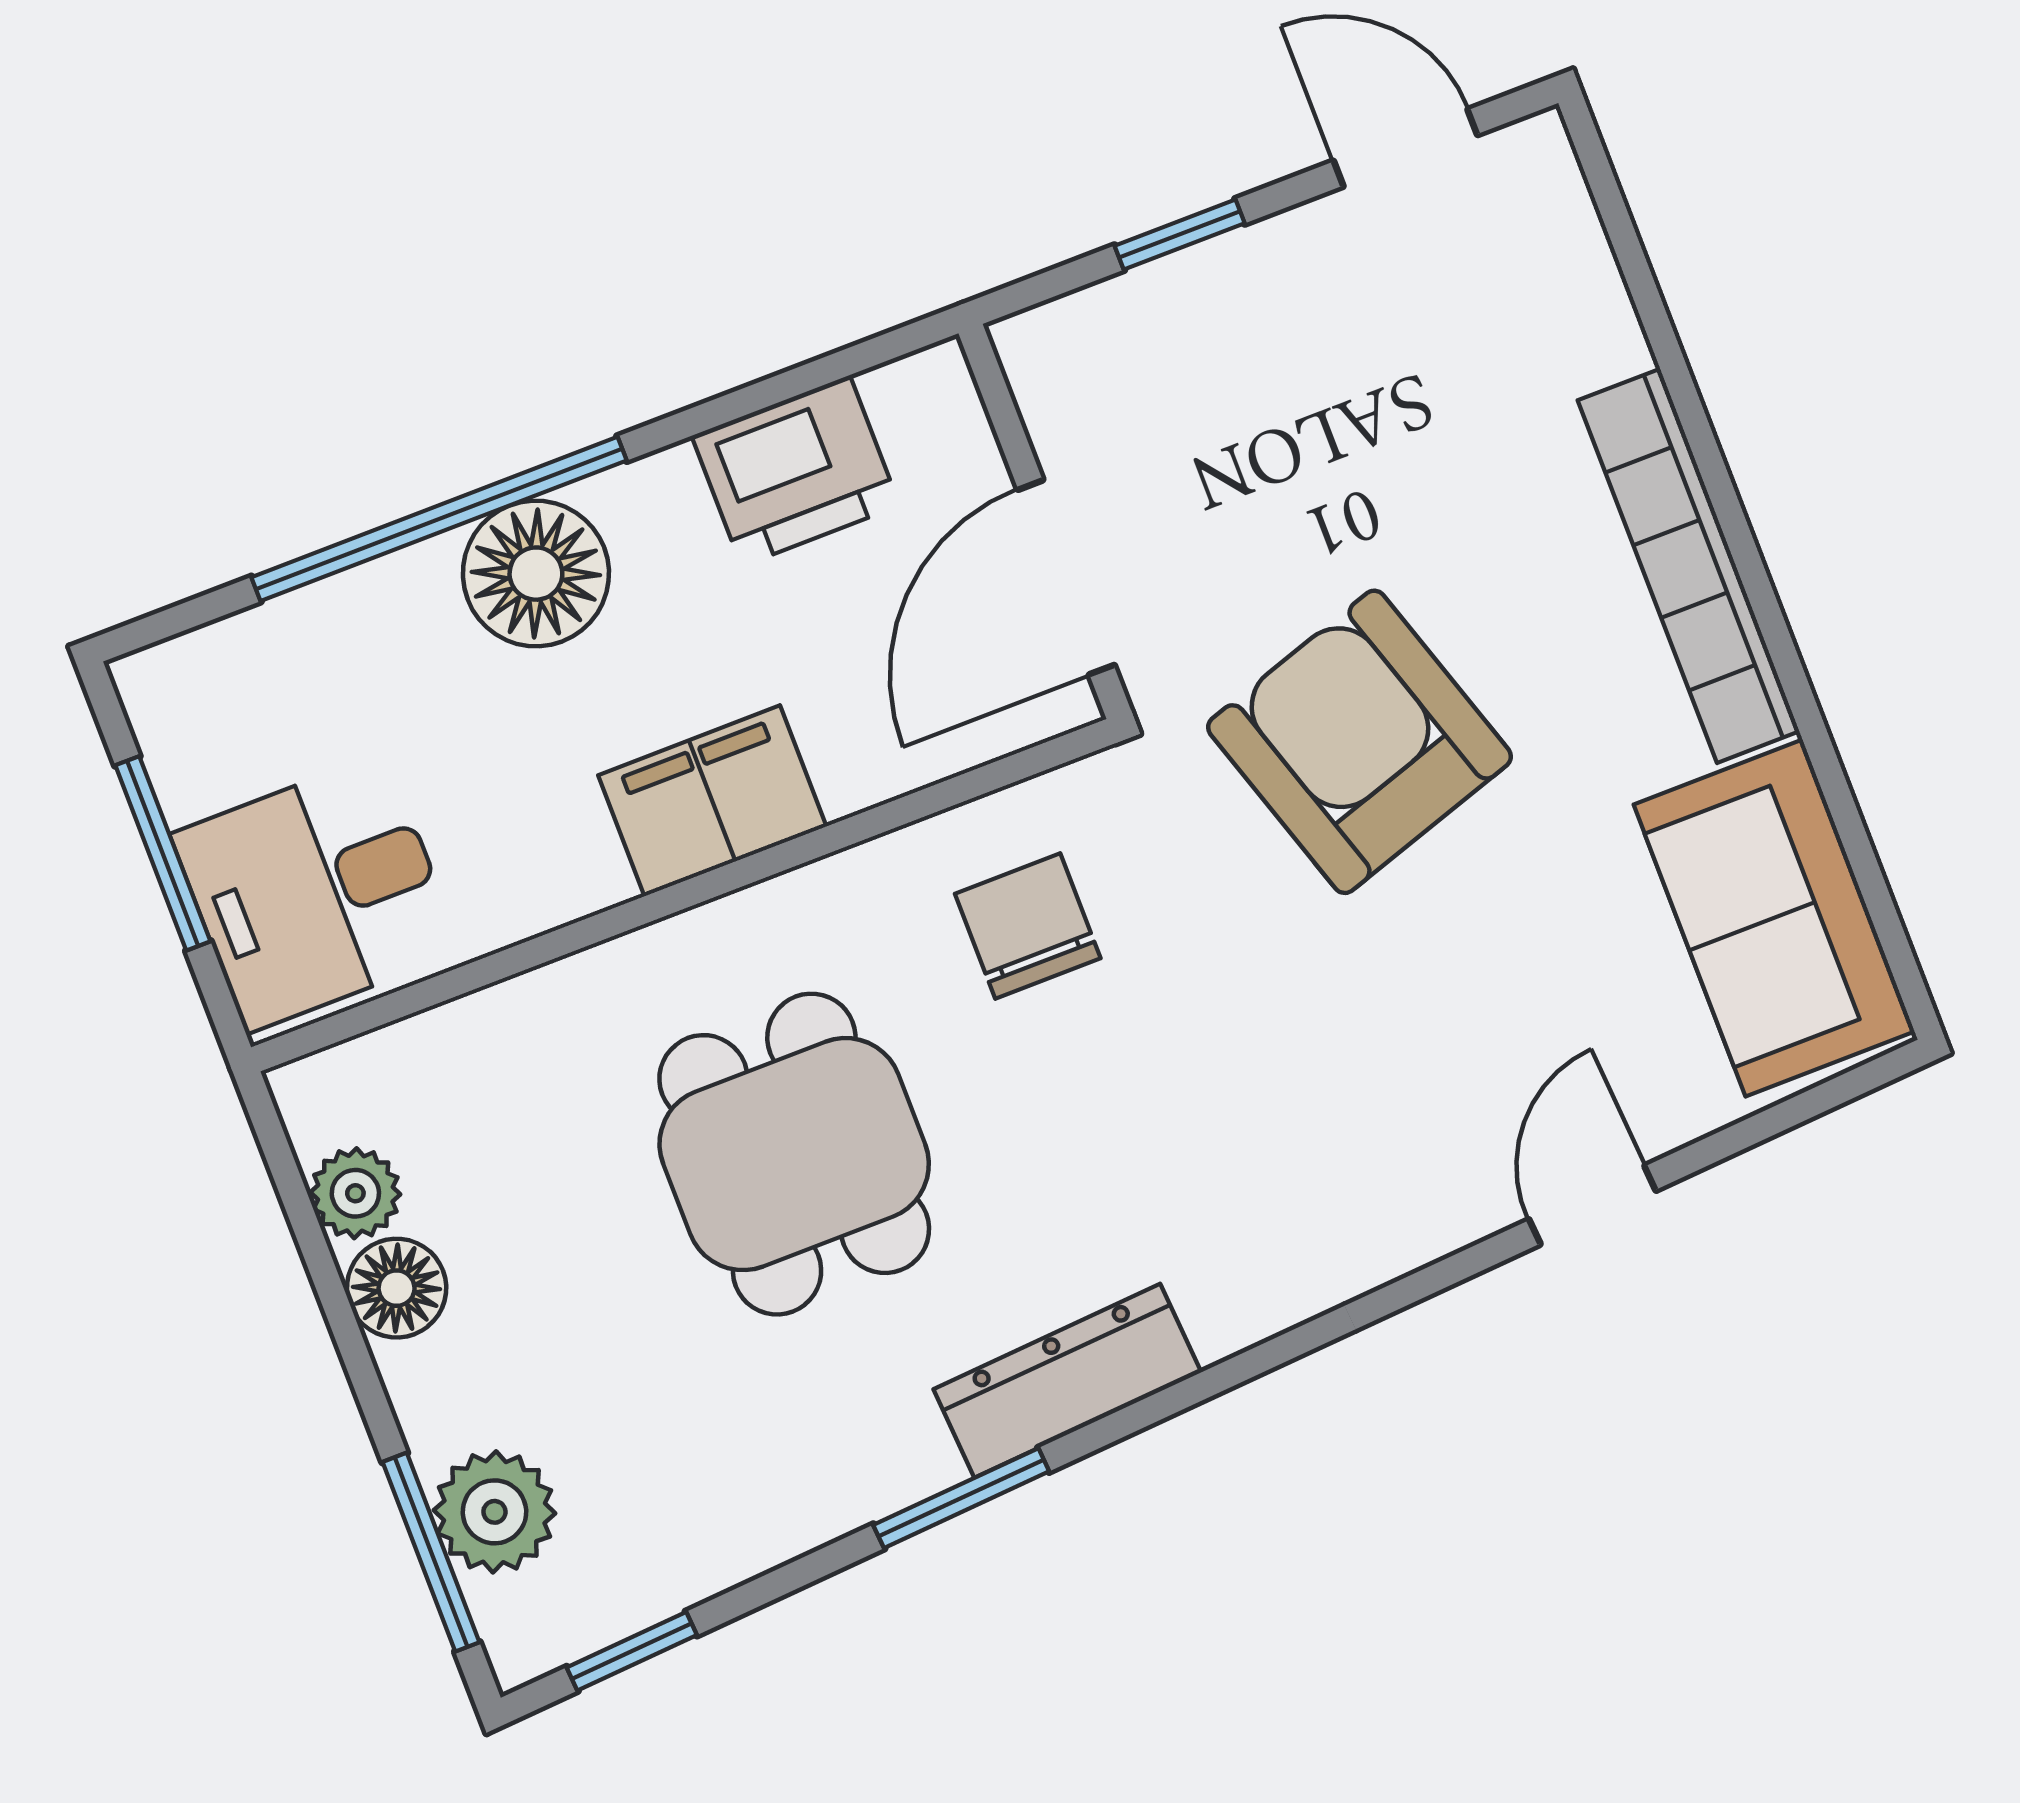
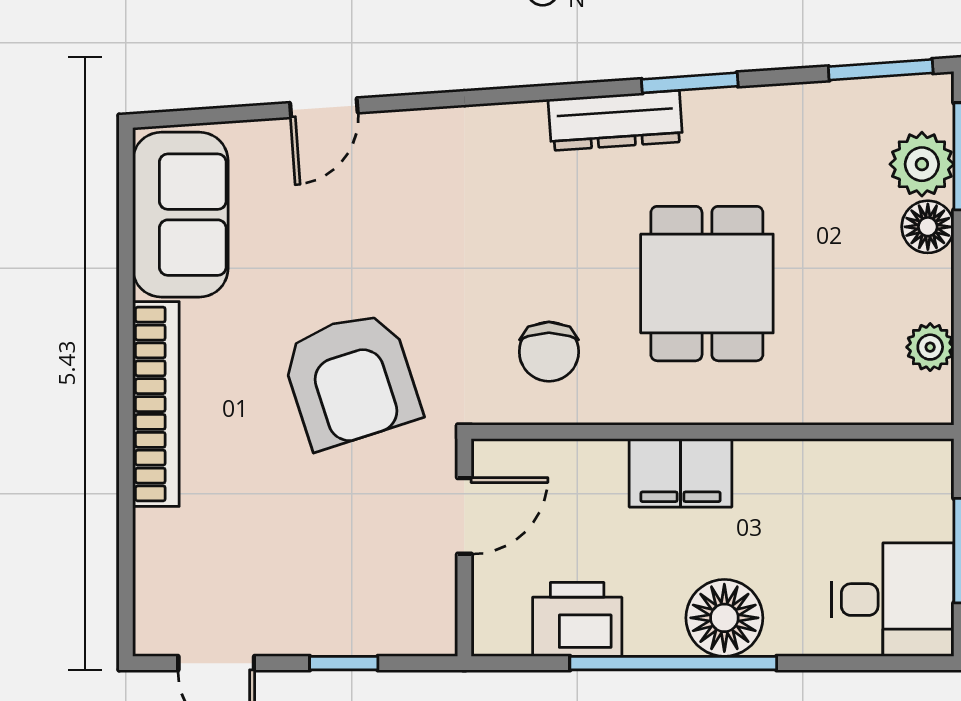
window: (439, 519) -> (673, 663), moved
door: (1066, 577) -> (464, 516), width x0.73
desk: (316, 893) -> (893, 600), moved
floor lamp: (397, 1288) -> (928, 227), moved
window: (632, 1651) -> (881, 70), width x1.50

